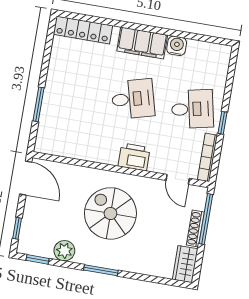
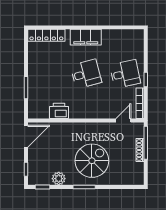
water cooler: (177, 46) -> (108, 35), removed
printer: (134, 157) -> (59, 111), moved
door: (26, 178) -> (26, 136), hinge flipped
door: (178, 179) -> (123, 120), swing flipped
spiral stairs: (110, 213) -> (92, 161), moved, turned 90
wardrobe: (185, 264) -> (137, 174), removed

